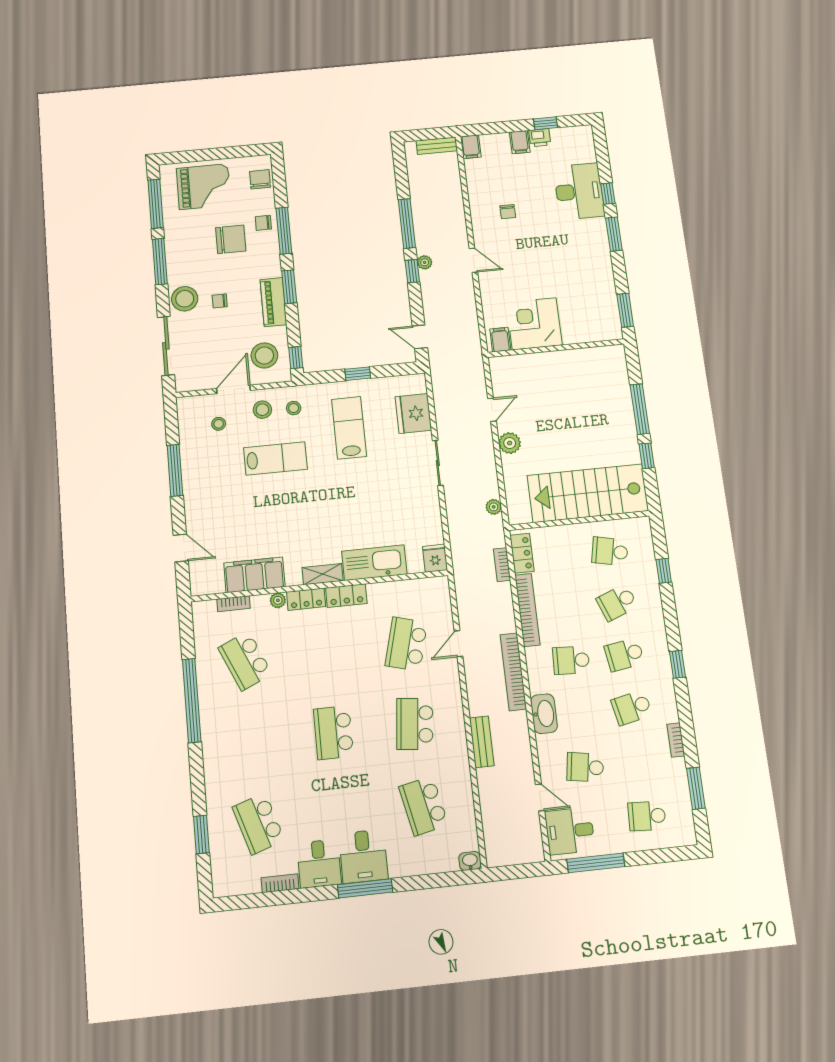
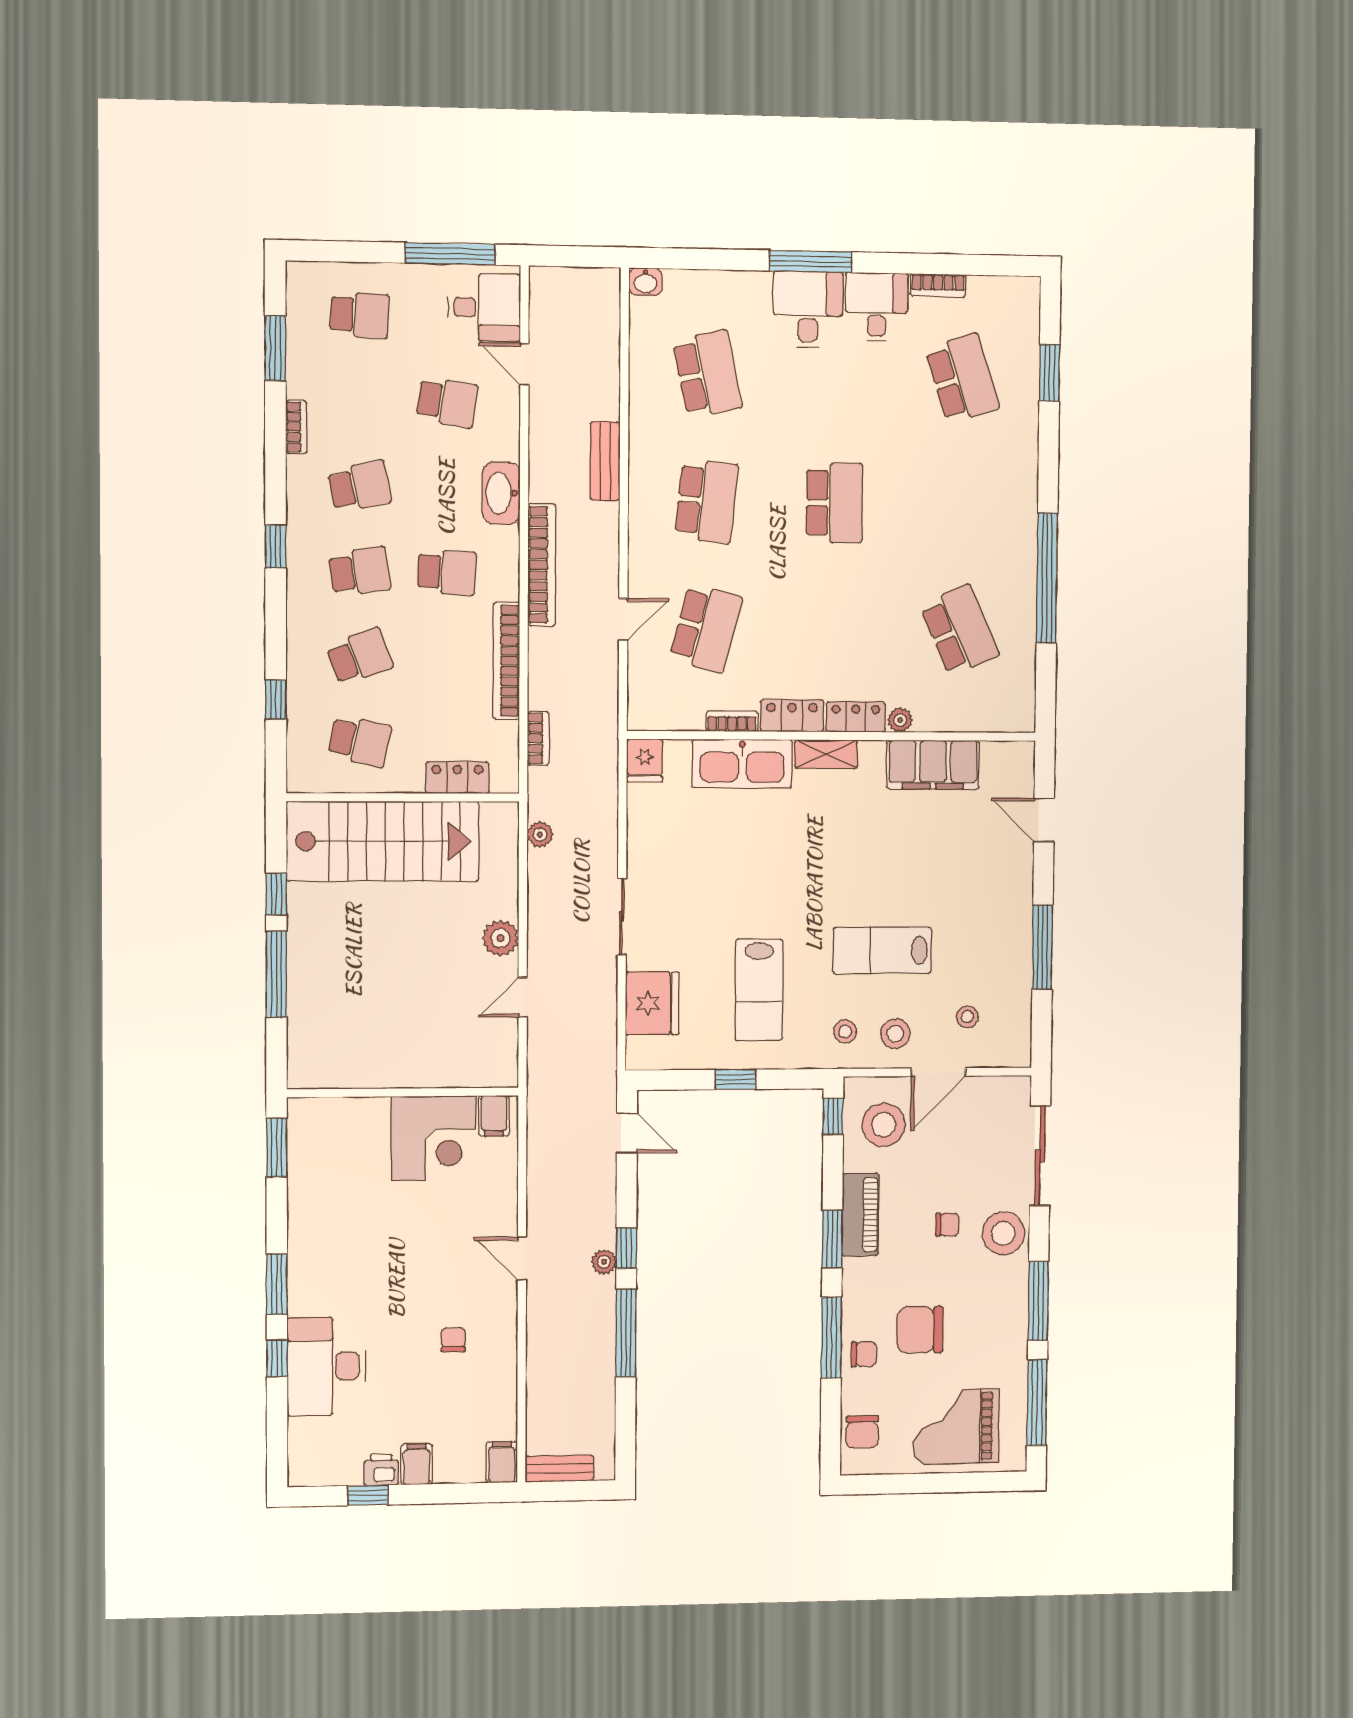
locker: (522, 553) -> (457, 778), moved, turned 90
bookcase: (233, 604) -> (732, 721), moved

